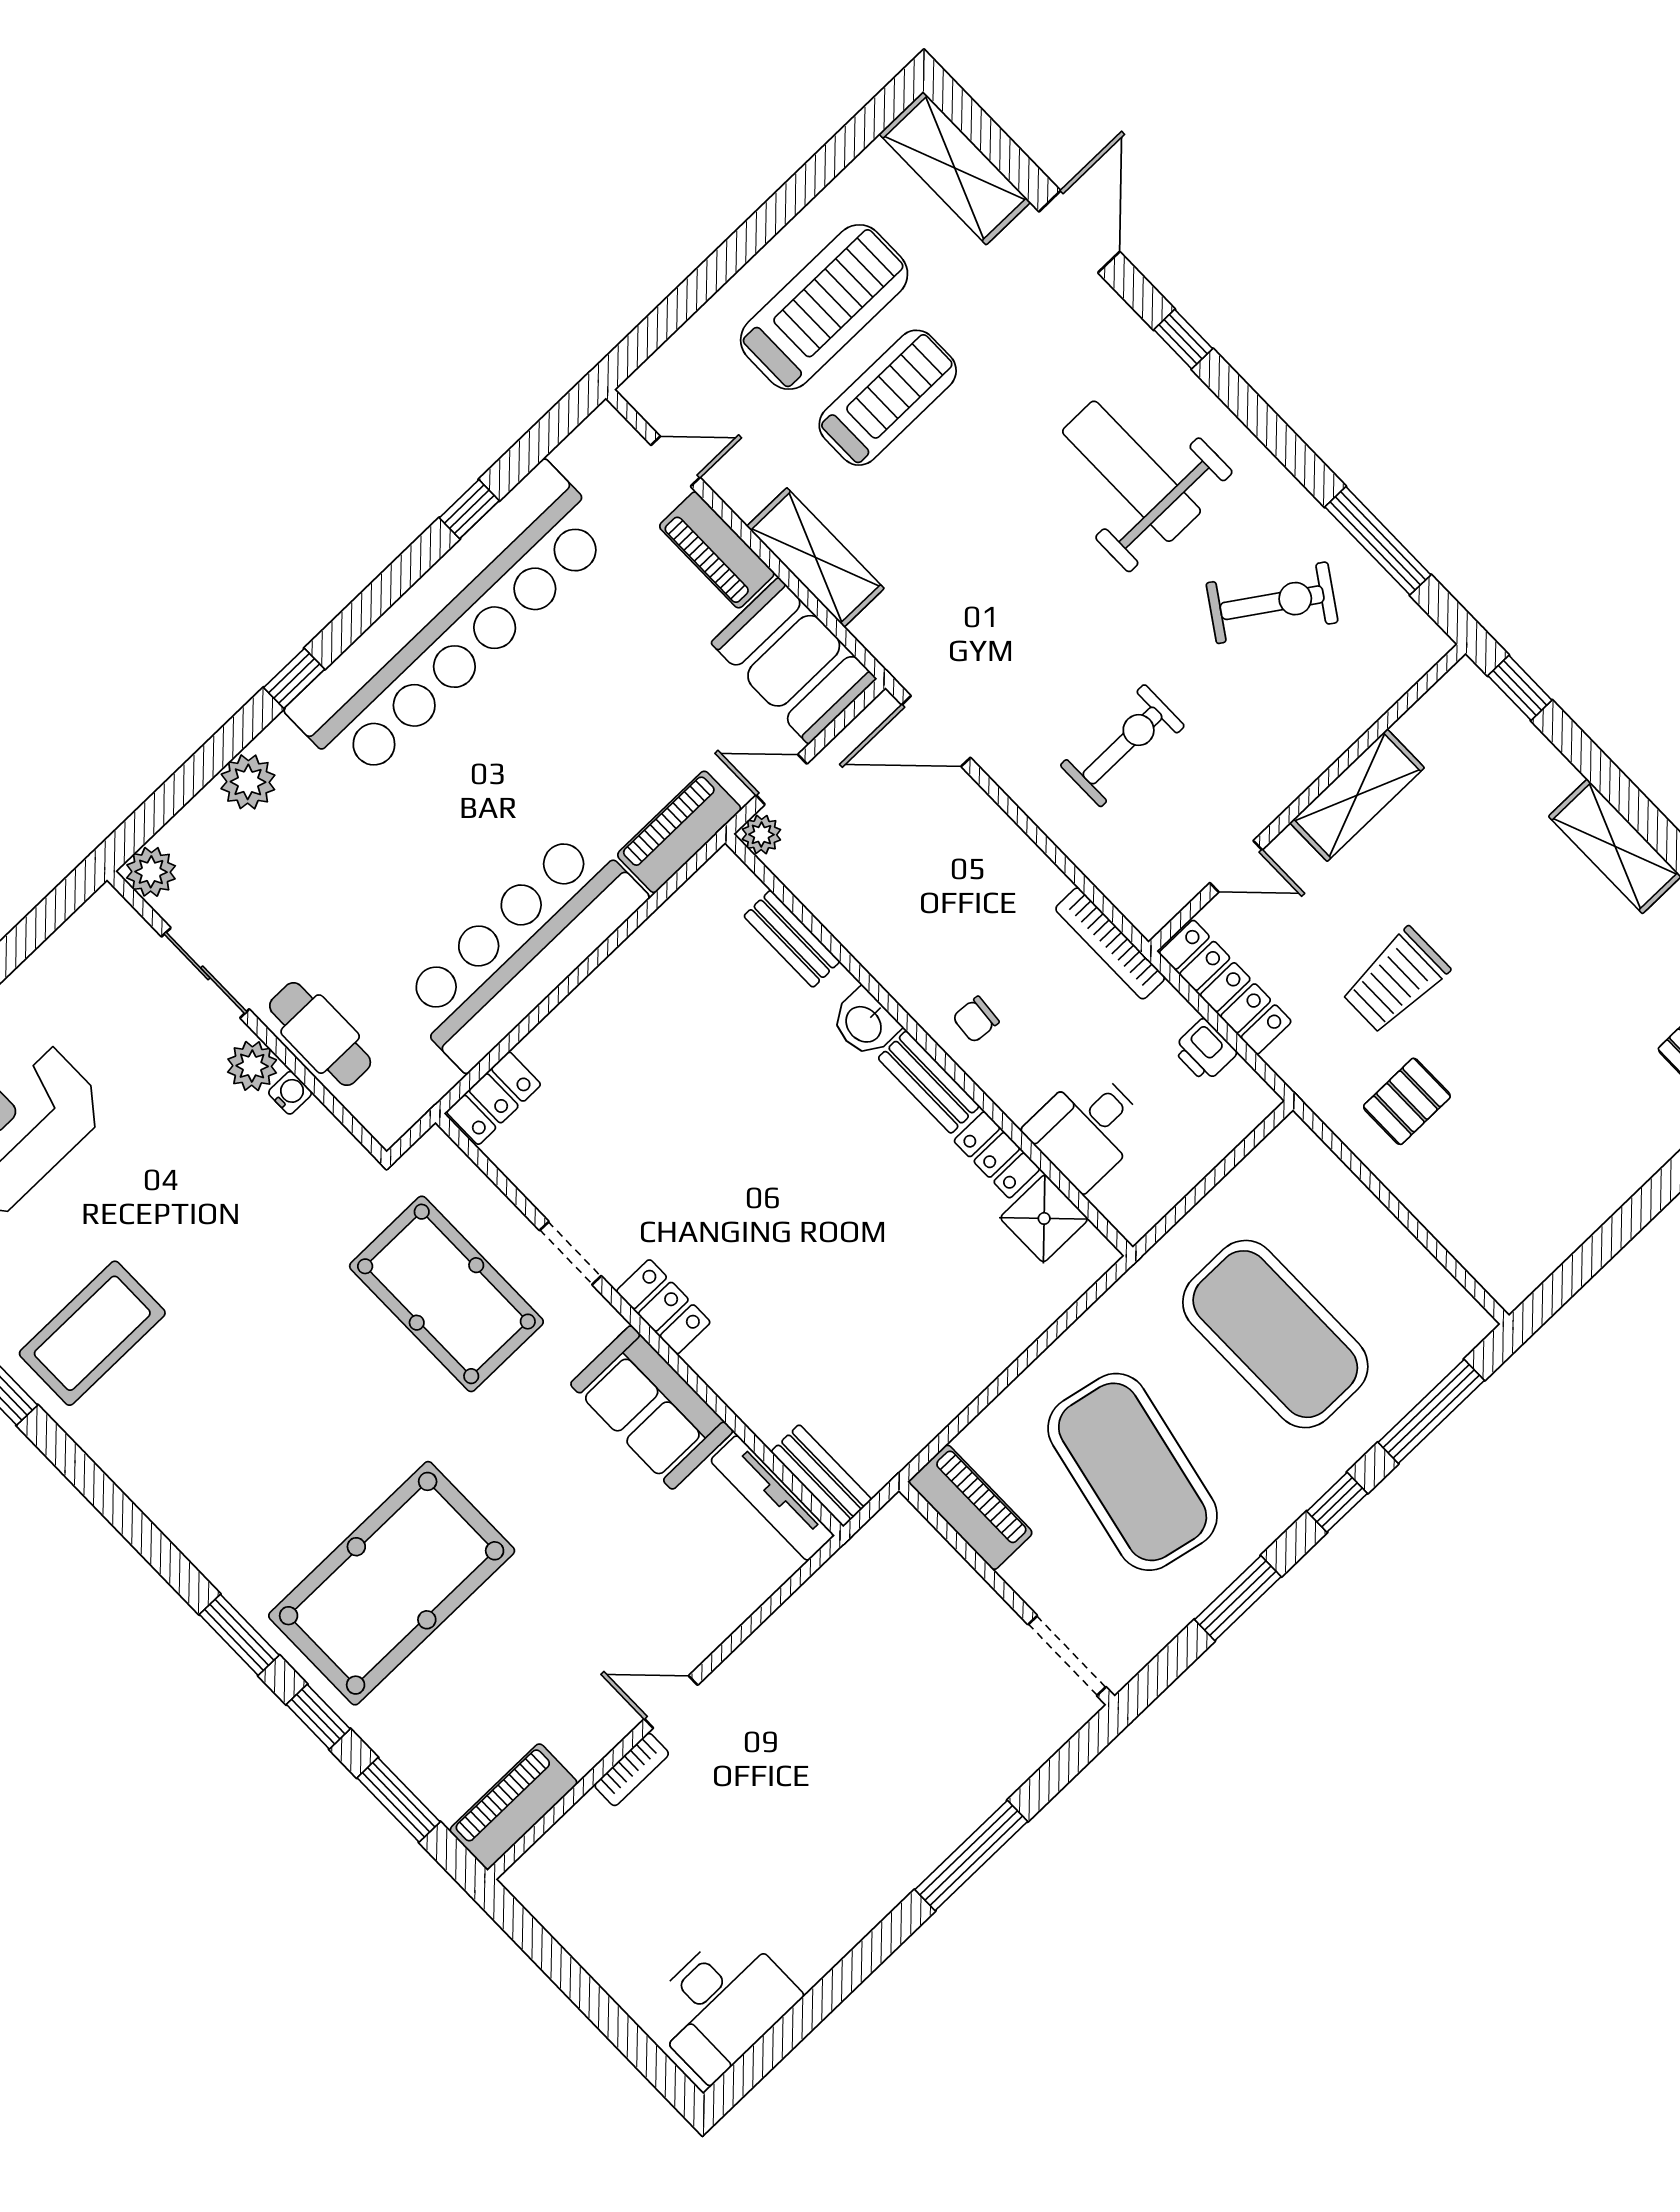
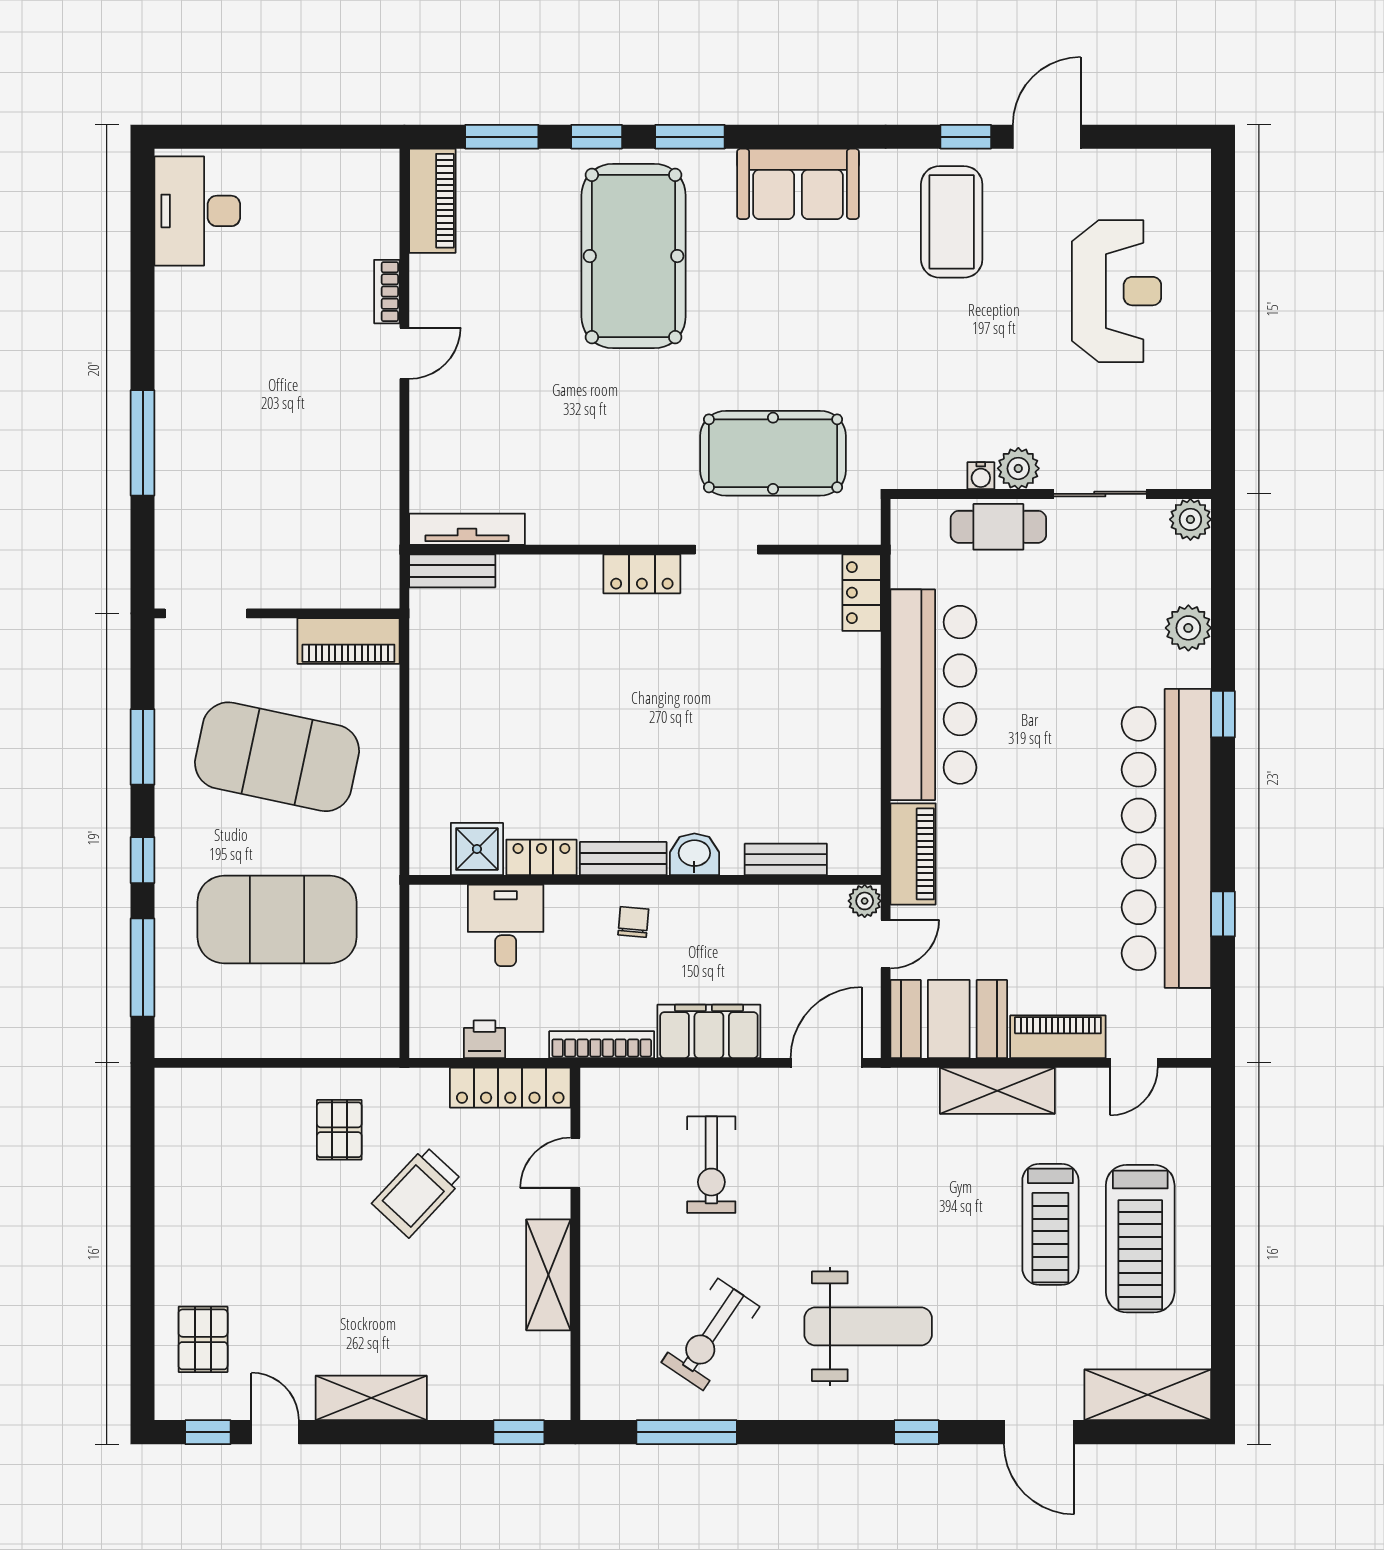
filing cabinet: (1008, 861) -> (709, 1031), added
trolley: (1396, 981) -> (417, 1192), turned -137
sofa: (652, 1407) -> (798, 184), moved, turned 180

